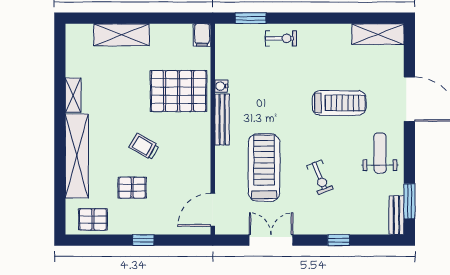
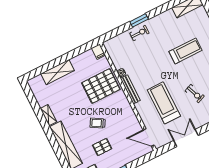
window: (251, 18) -> (139, 20), moved
door: (213, 210) -> (149, 137), hinge flipped

